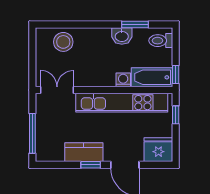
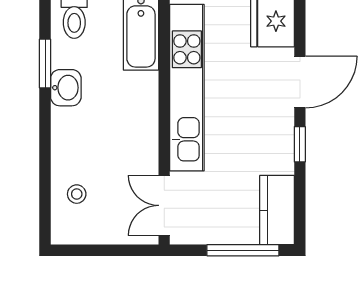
stool: (63, 42) -> (77, 194), width x0.53, depth x0.53
washing machine: (123, 80) -> (146, 85), removed
kitchen counter: (84, 152) -> (277, 210), moved

